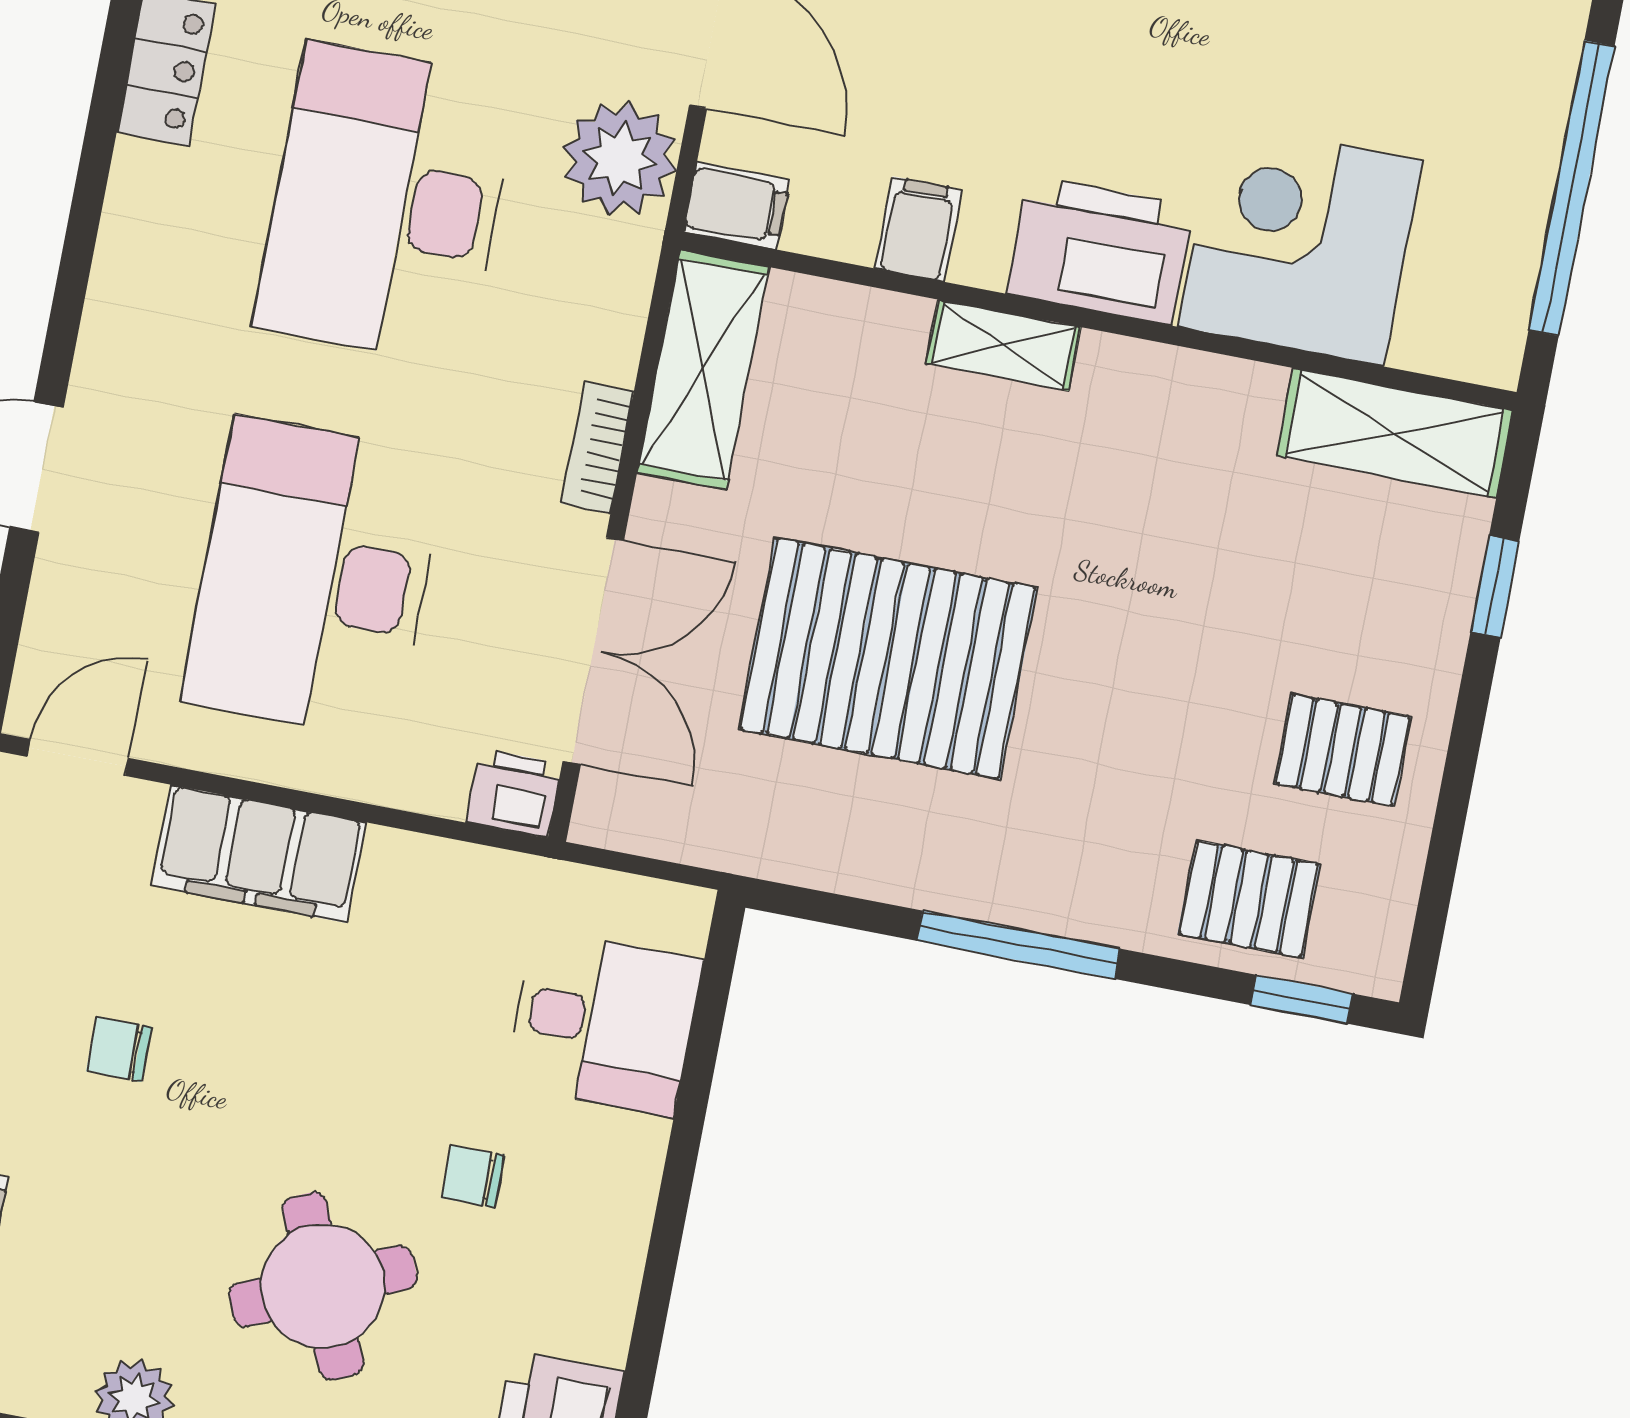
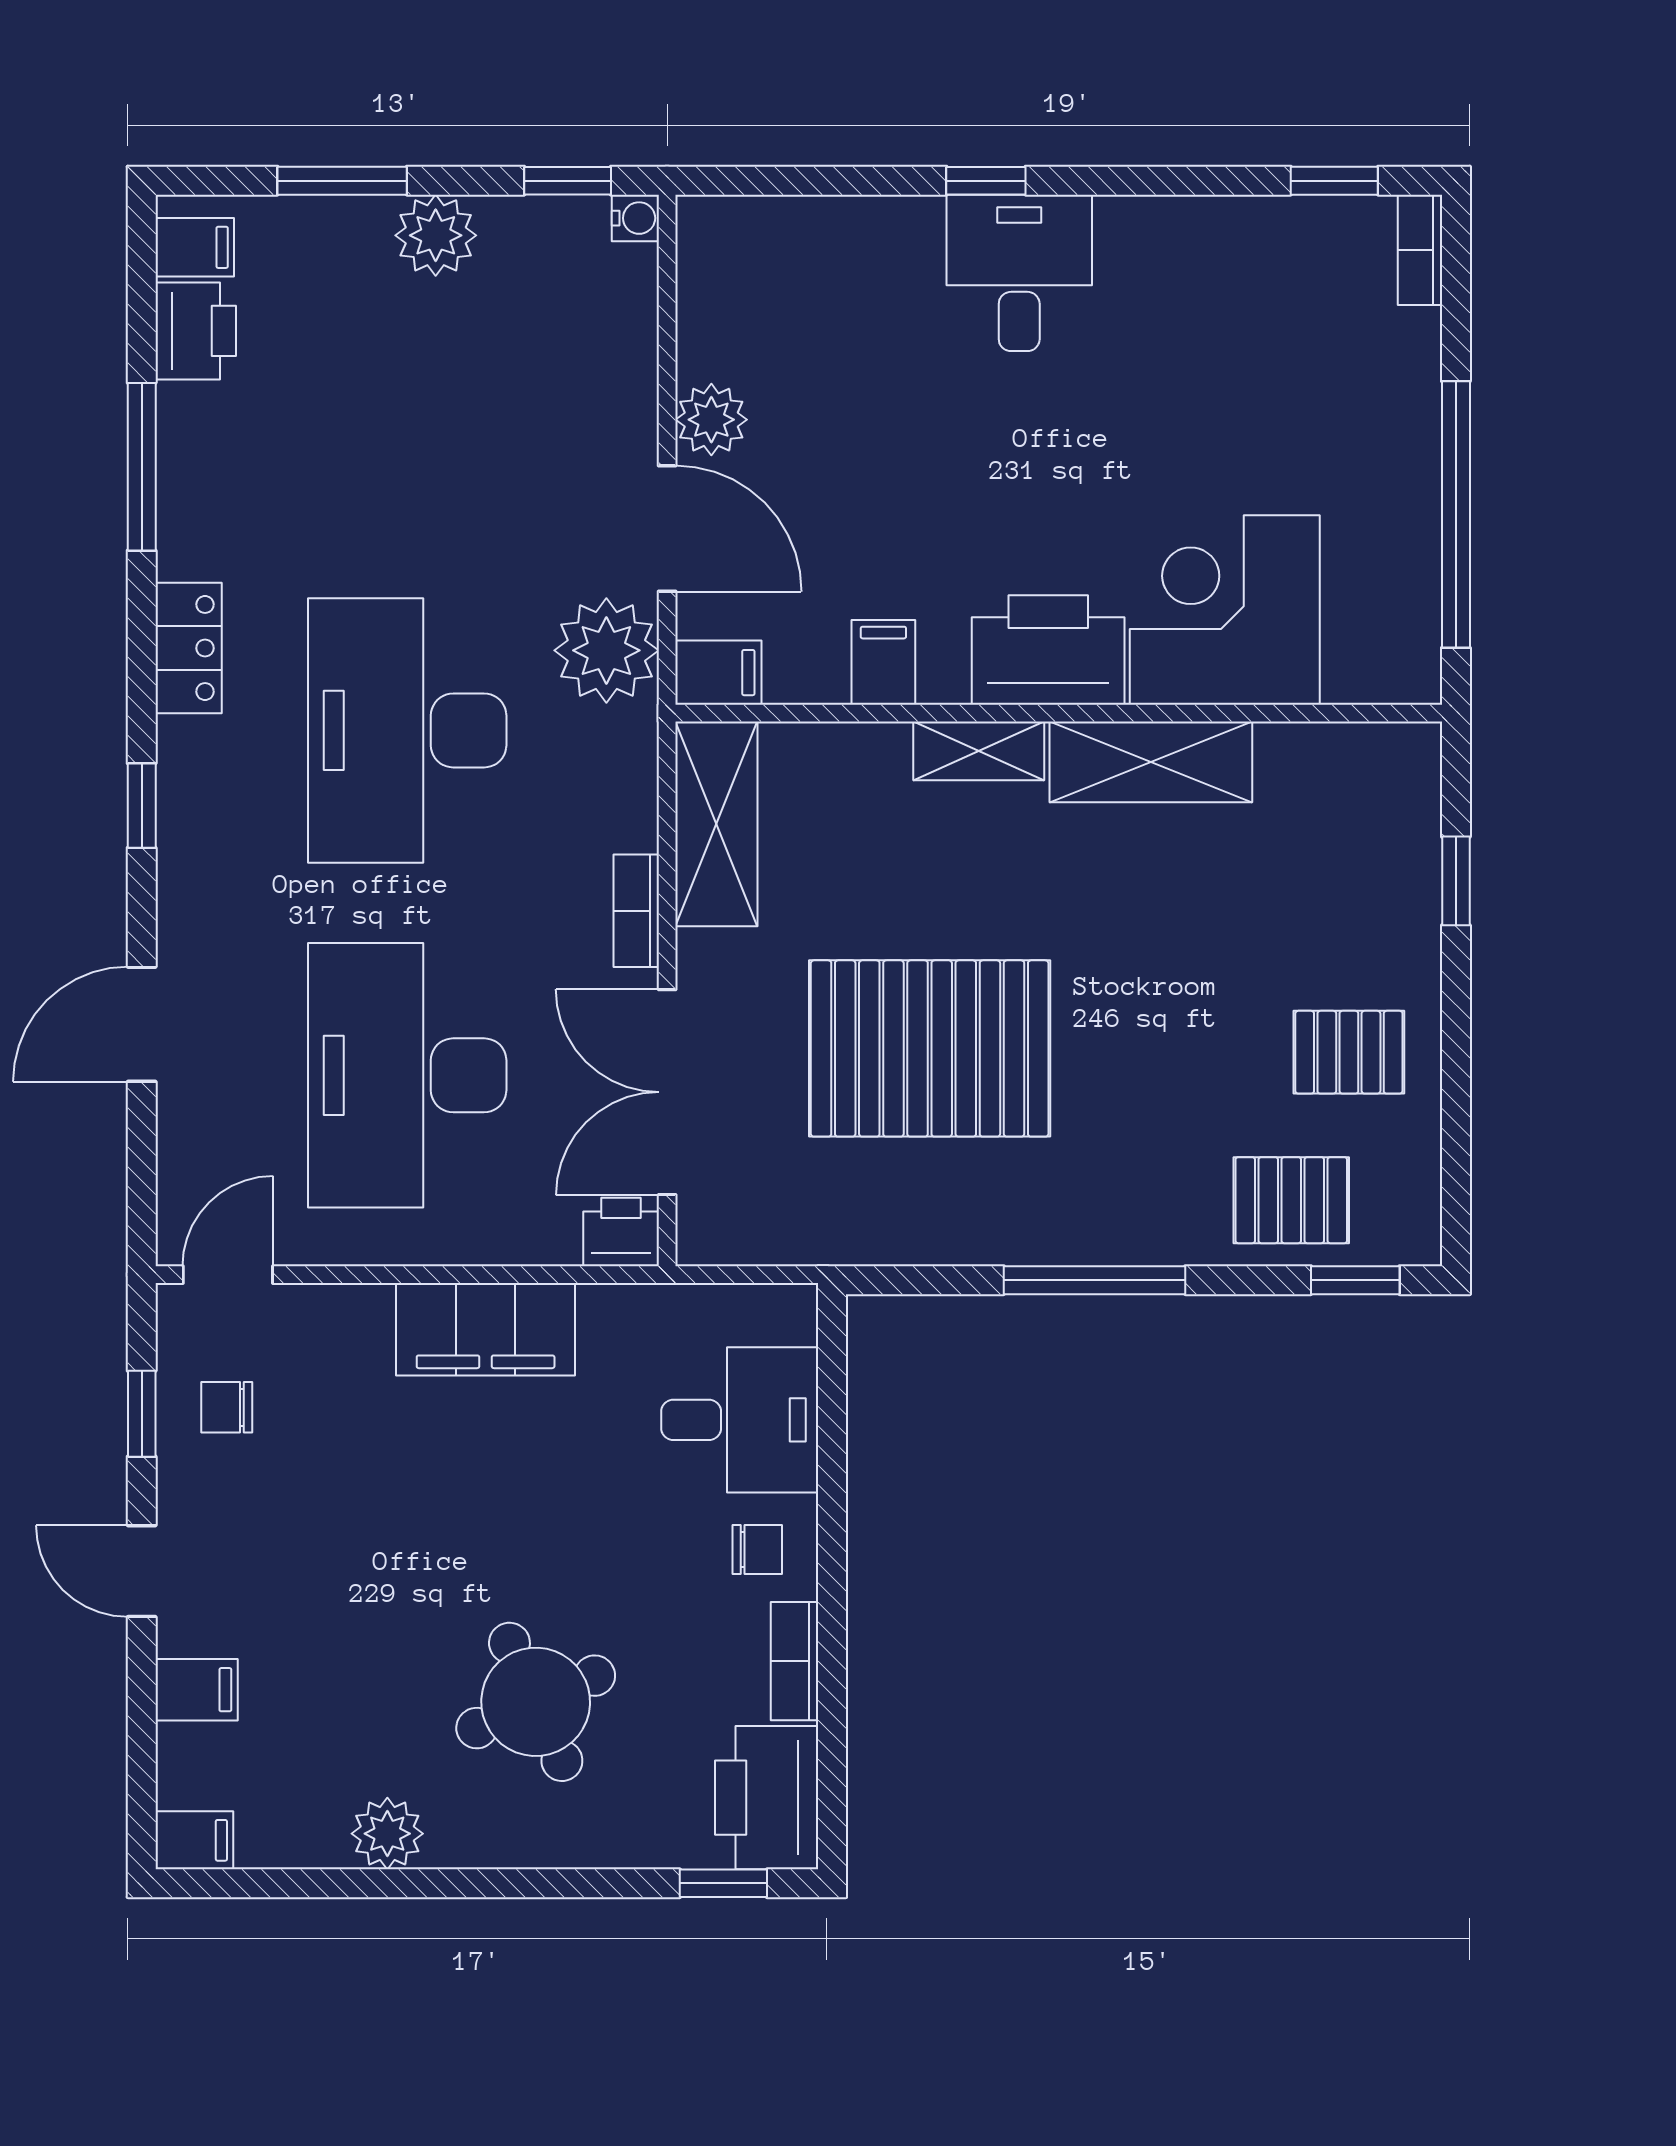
window: (82, 230) -> (142, 806), added
shelving: (1395, 433) -> (1151, 762), moved
double door: (593, 651) -> (667, 1092), swing flipped
filing cabinet: (259, 854) -> (486, 1329), moved
chair: (119, 1049) -> (227, 1407), moved
chair: (473, 1176) -> (757, 1550), moved, turned 180
bookcase: (613, 1296) -> (795, 1661), added

